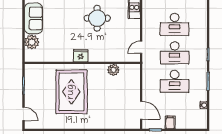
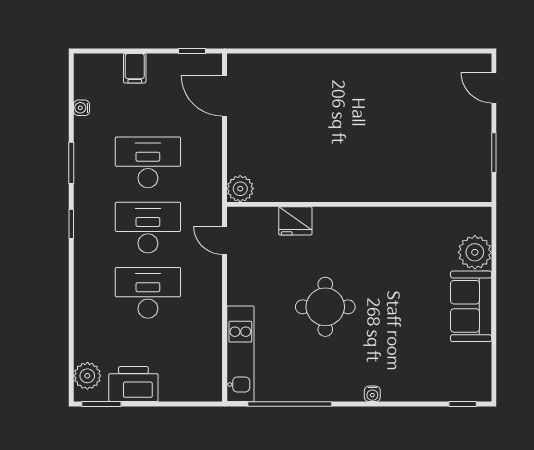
door: (141, 47) -> (225, 240), swing flipped
fridge: (81, 56) -> (295, 221), moved
plant: (113, 70) -> (240, 189), moved
rug: (71, 92) -> (384, 138), removed
filing cabinet: (170, 122) -> (135, 68), moved

